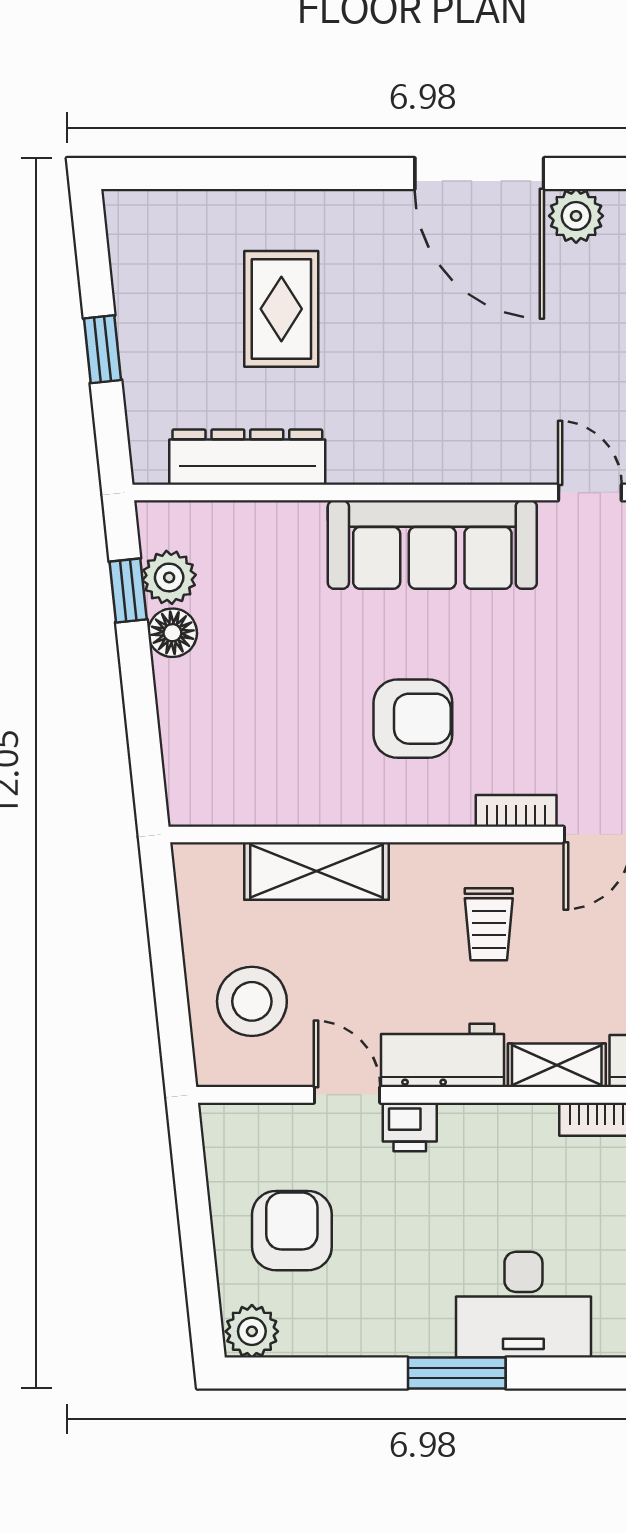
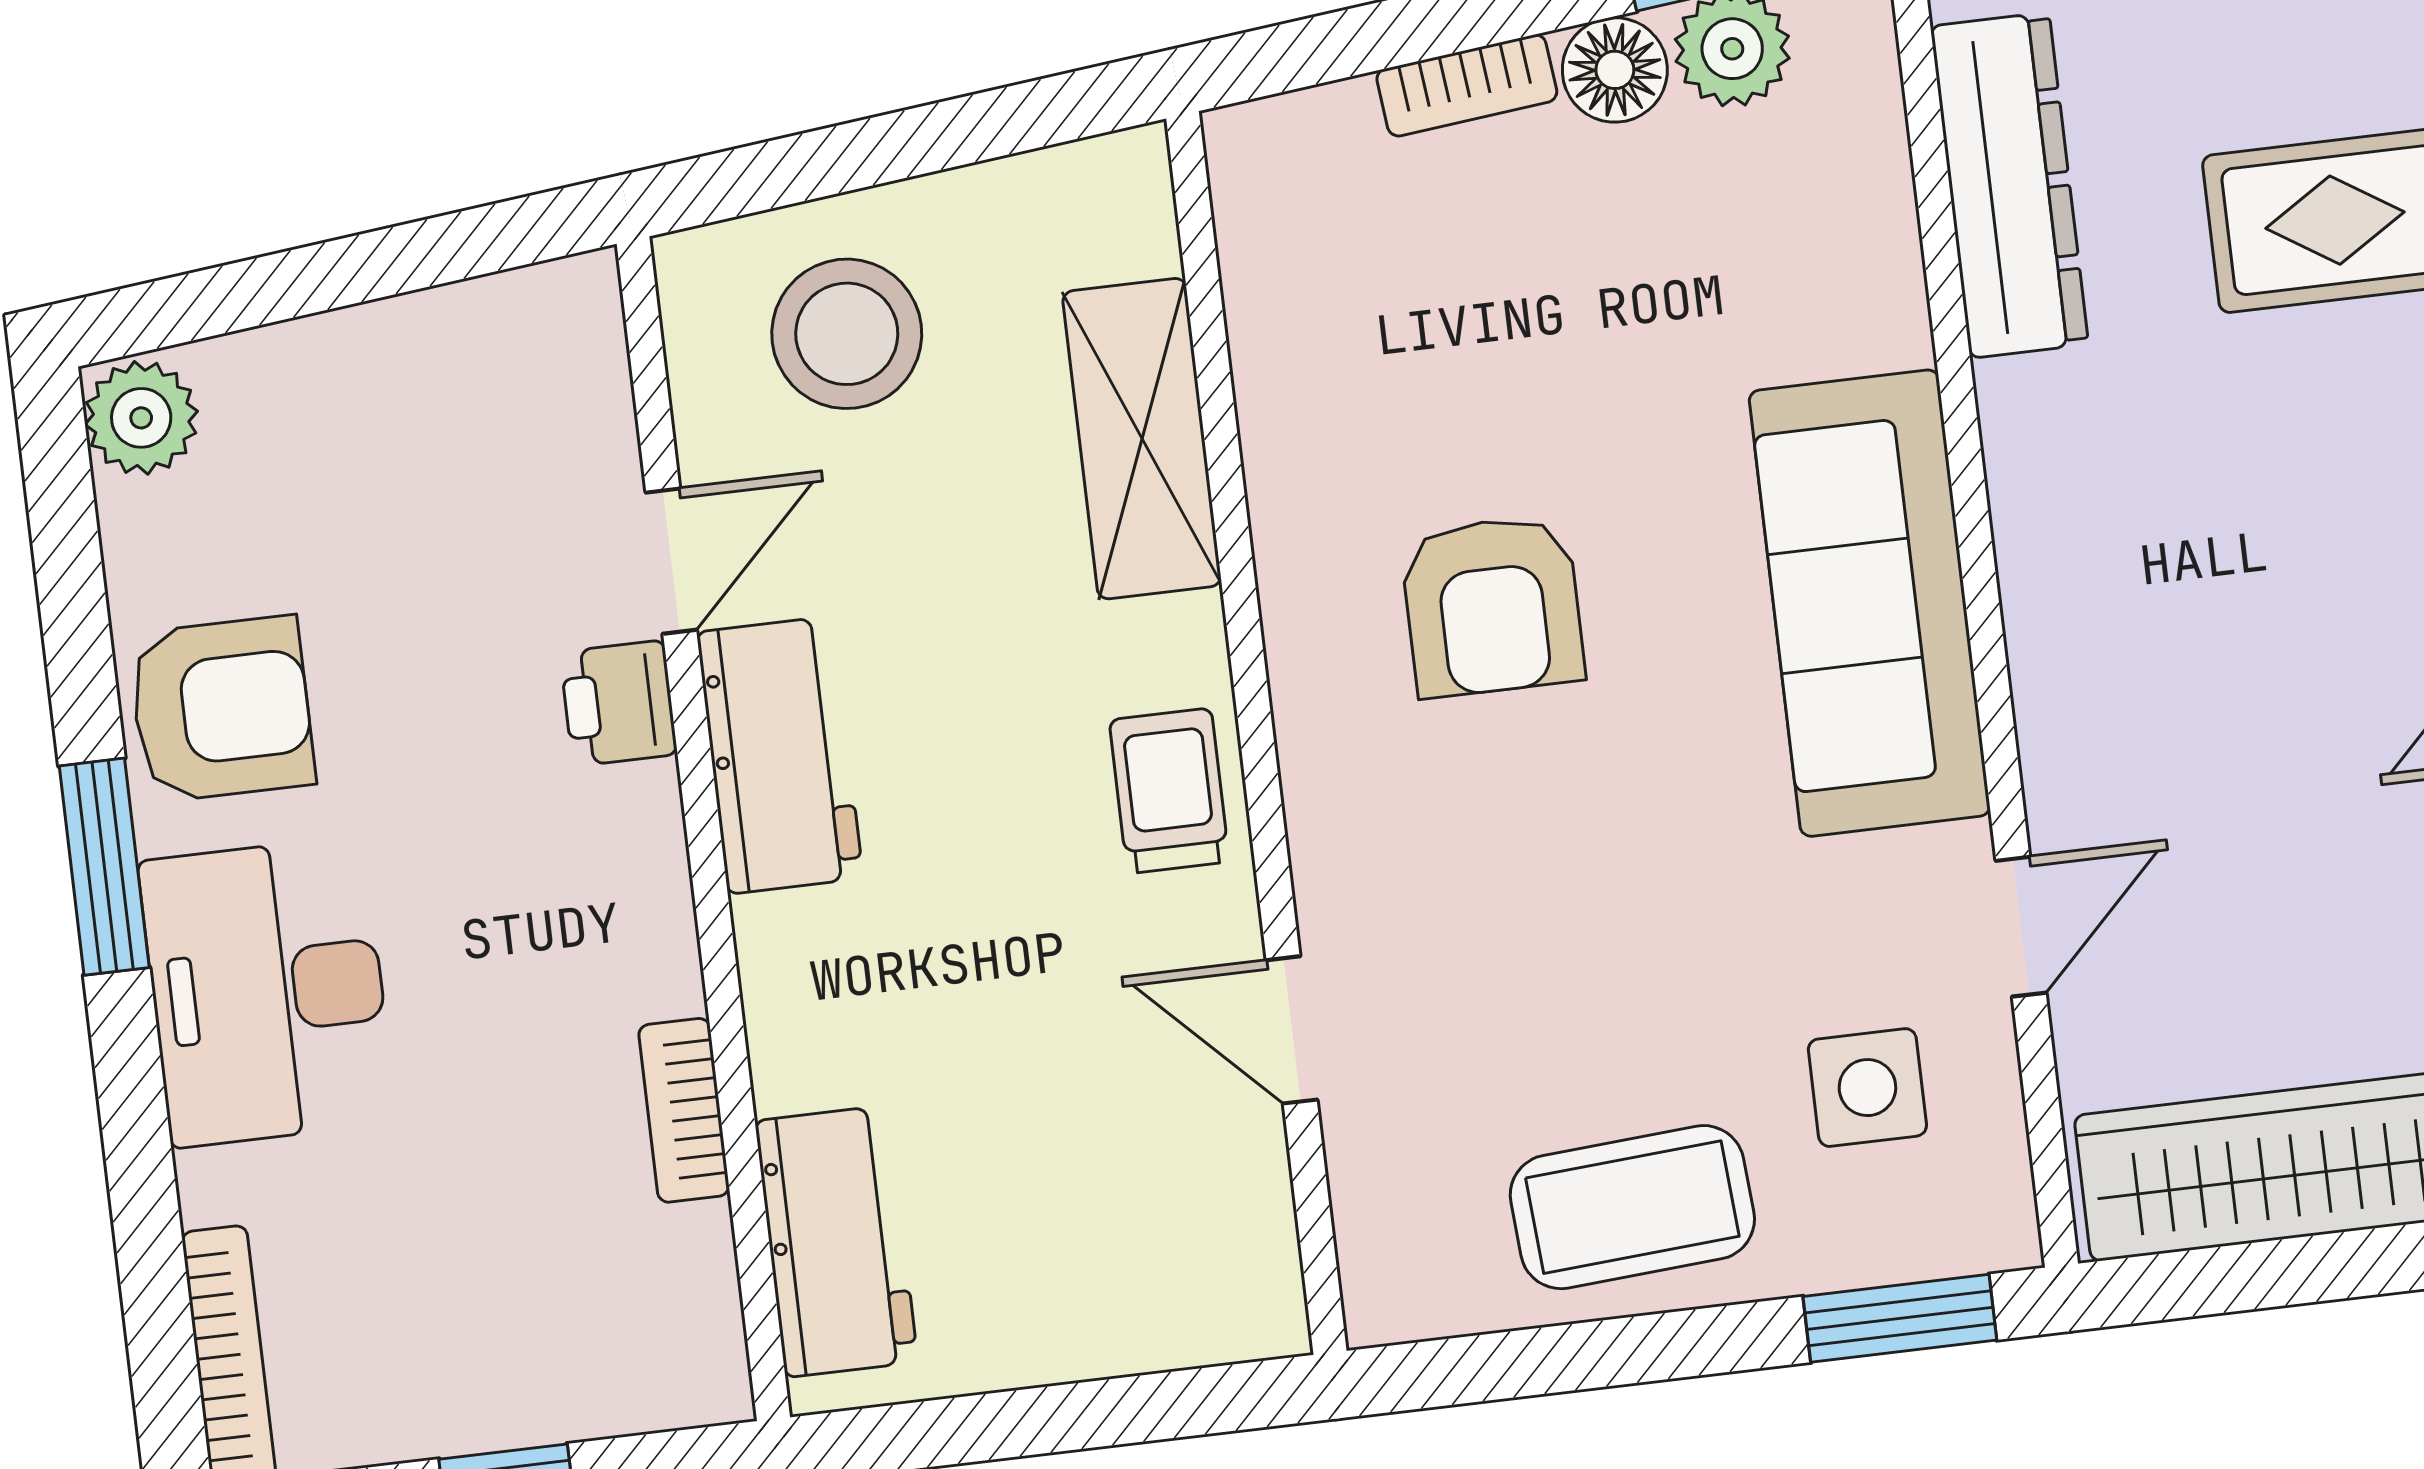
bookcase: (516, 811) -> (1467, 85), moved, turned 84
trolley: (489, 924) -> (1169, 791), moved, turned 90
shelving: (557, 1065) -> (788, 1002), removed
armchair: (292, 1231) -> (221, 709), moved

